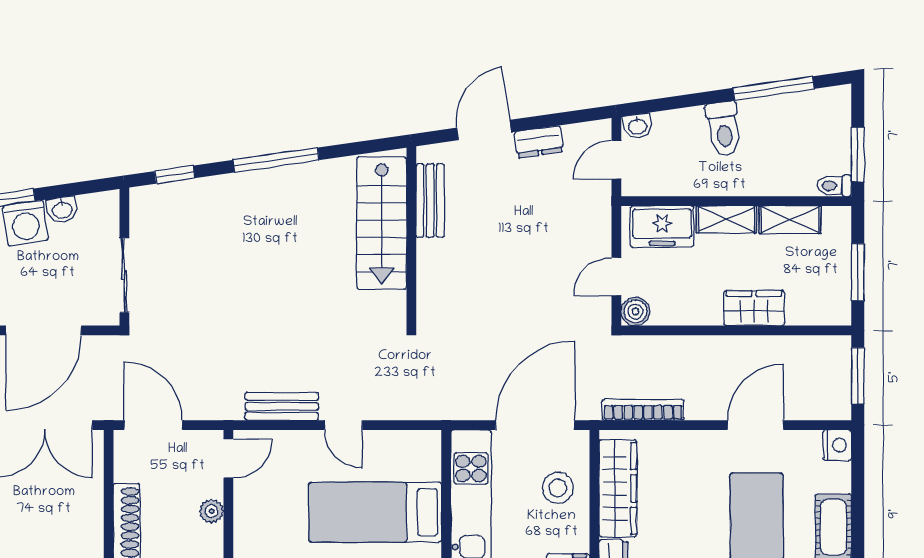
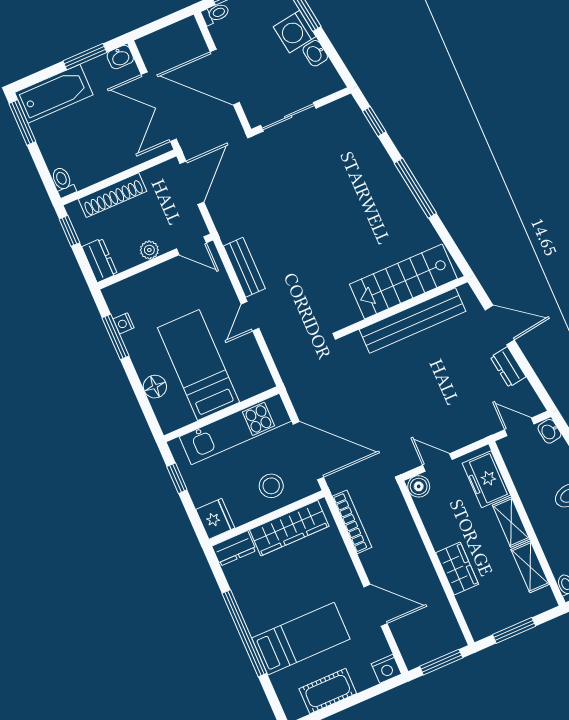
bench: (430, 200) -> (413, 320), width x1.86, depth x1.21

